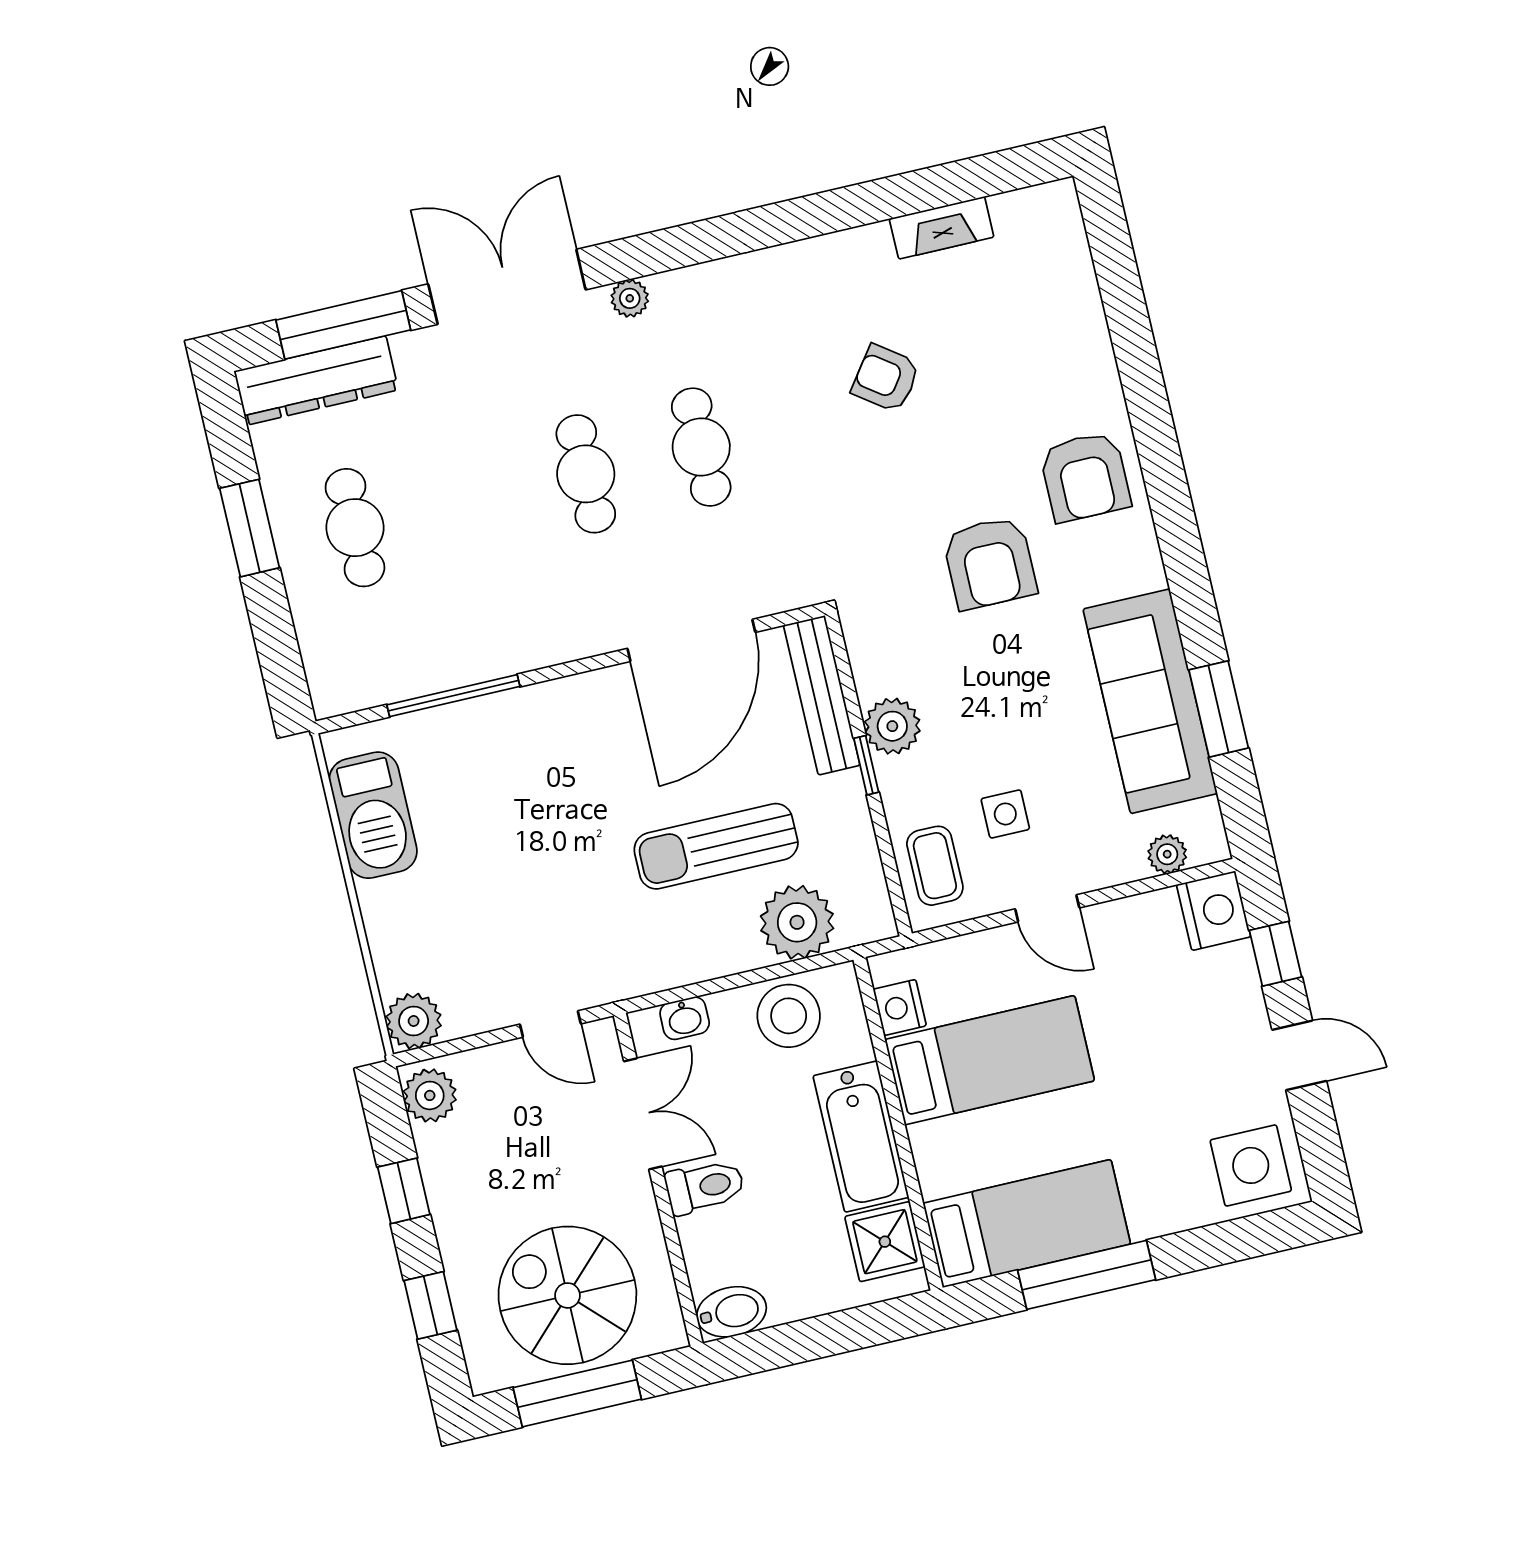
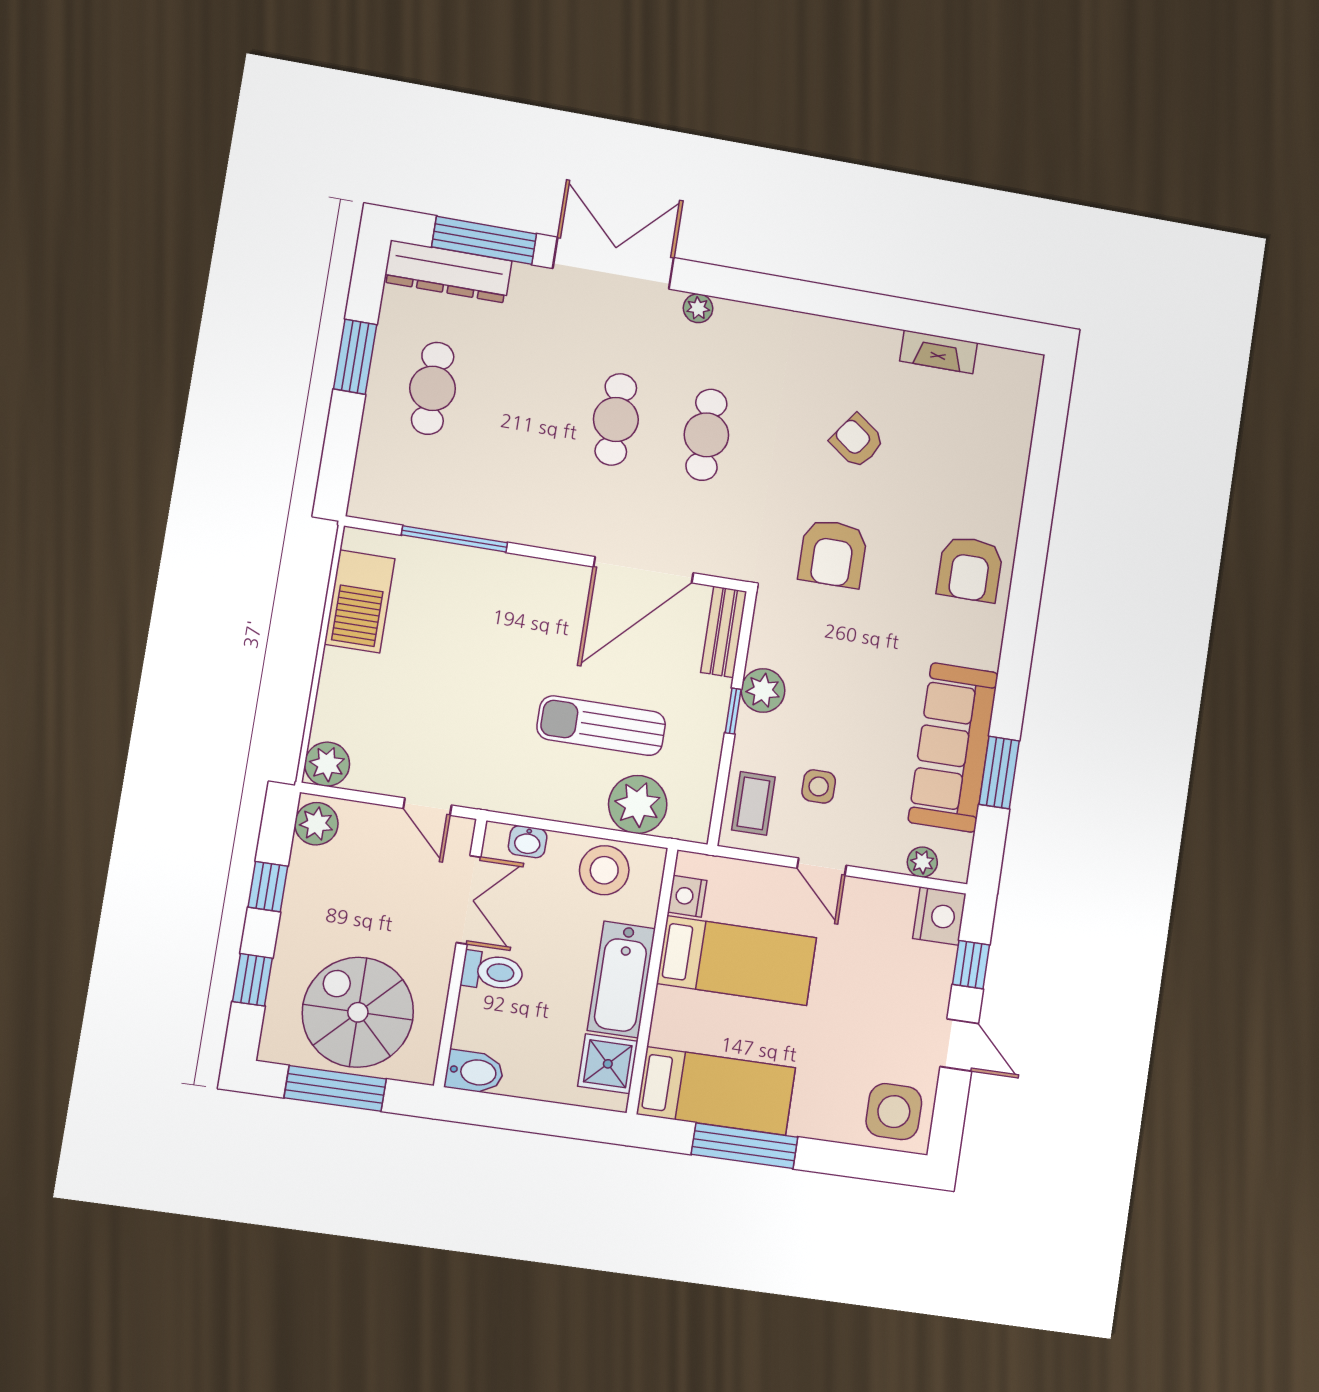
armchair: (990, 563) -> (833, 553), moved
bench: (822, 695) -> (724, 632), width x0.73

